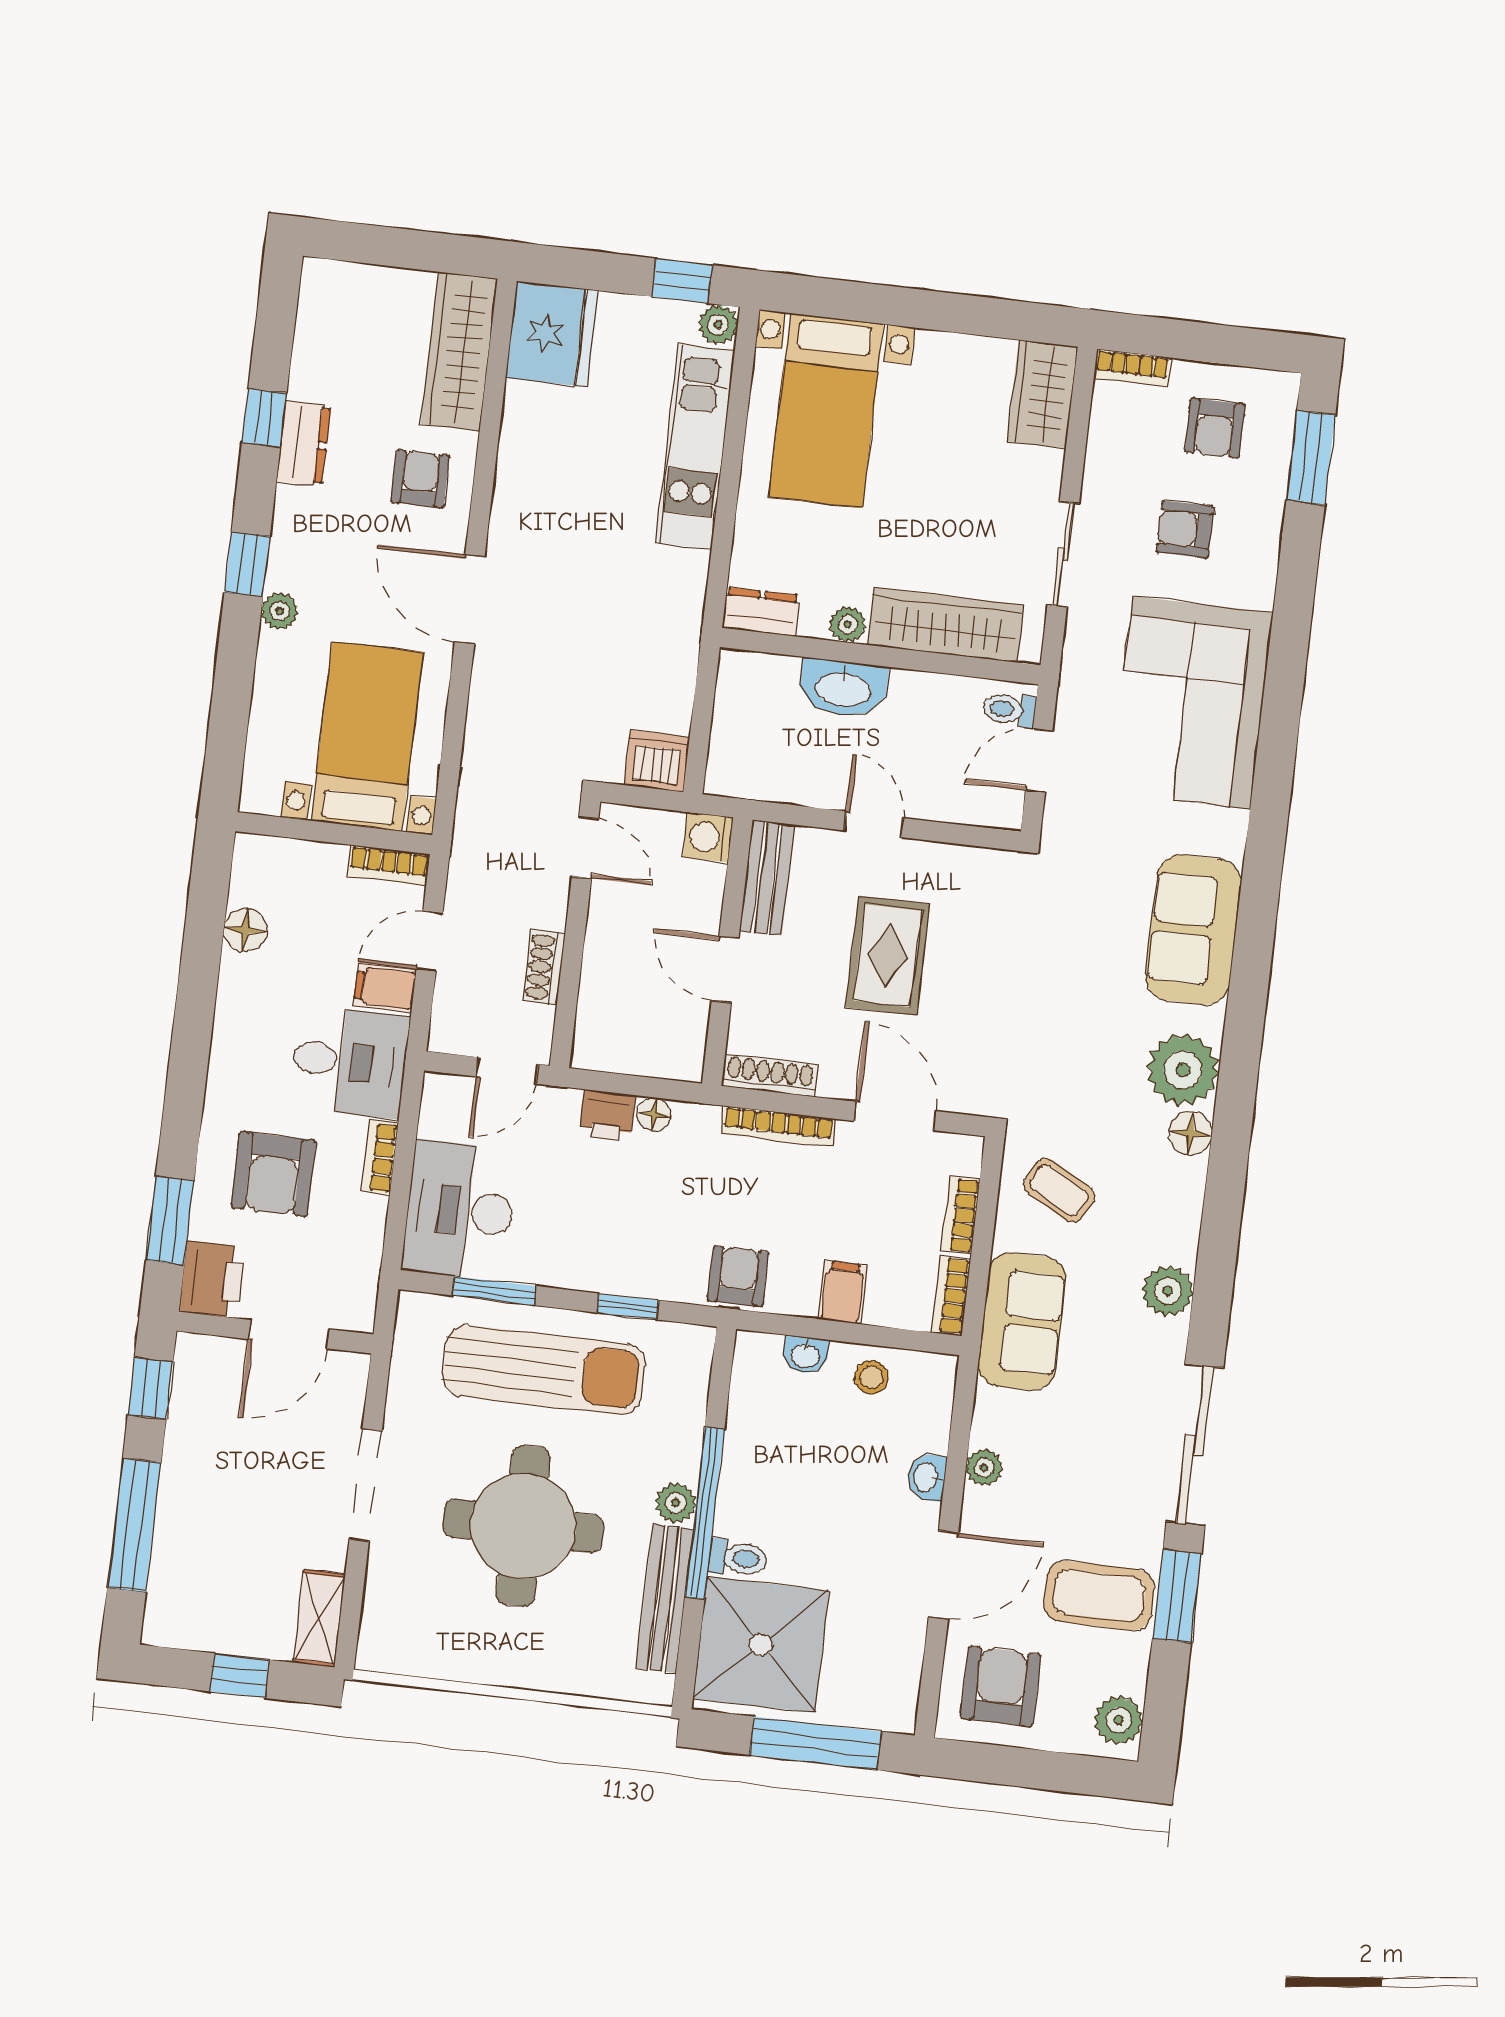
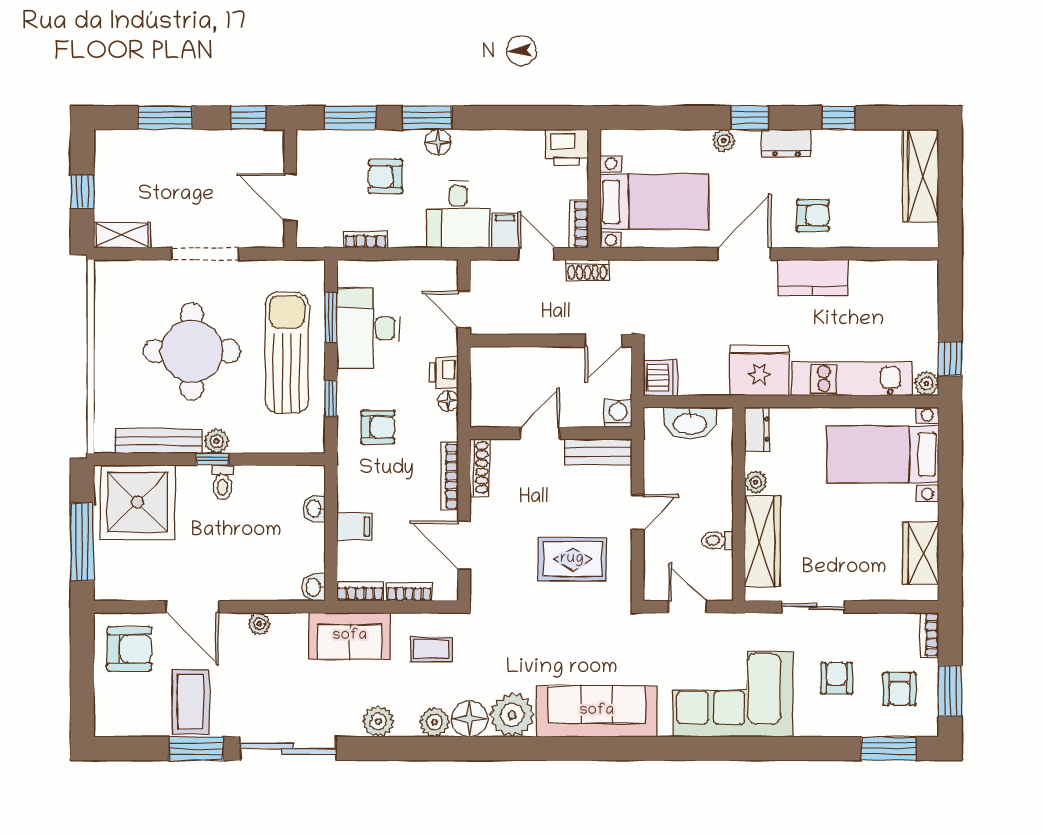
fridge: (552, 334) -> (759, 371), moved, turned 180
window: (1228, 345) -> (950, 691), added
wardrobe: (459, 351) -> (921, 176), moved, turned -90
wardrobe: (1042, 394) -> (921, 553), moved, turned -90
armchair: (1215, 428) -> (899, 689), turned -90
dresser: (304, 443) -> (786, 143), moved
kitchen counter: (521, 491) -> (813, 277), added
washbasin: (843, 688) -> (690, 423), moved, turned -90
toilet: (1009, 709) -> (717, 540), moved, turned -90
floor lamp: (245, 930) -> (438, 142), moved
sofa: (1193, 930) -> (597, 711), width x1.36
rug: (888, 956) -> (572, 559), moved
shoe rack: (544, 967) -> (587, 270), moved, turned 180
window: (185, 1094) -> (427, 118), added
door: (895, 1116) -> (464, 545), swing flipped
floor lamp: (1190, 1133) -> (470, 719), width x1.38, depth x1.38
bookcase: (380, 1158) -> (365, 239), moved
armchair: (273, 1174) -> (385, 177), width x0.72, depth x0.72
coffee table: (1059, 1190) -> (431, 649), turned 61
desk: (460, 1210) -> (368, 329), moved, turned -90
armchair: (738, 1276) -> (378, 427), moved
printer: (212, 1279) -> (567, 147), moved
sun lounger: (544, 1370) -> (287, 353), turned 180
stool: (871, 1377) -> (306, 550), removed
washbasin: (927, 1477) -> (314, 587), moved, turned -90
window: (705, 1513) -> (213, 459), width x0.32
window: (134, 1525) -> (165, 118), width x0.69
toilet: (738, 1558) -> (222, 482), moved
plant: (1119, 1720) -> (435, 722), moved

